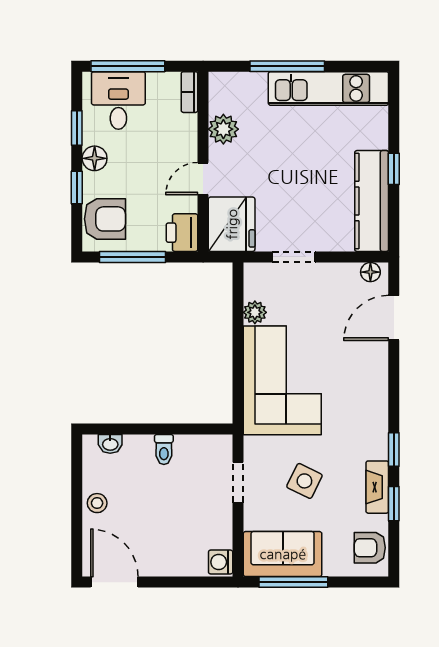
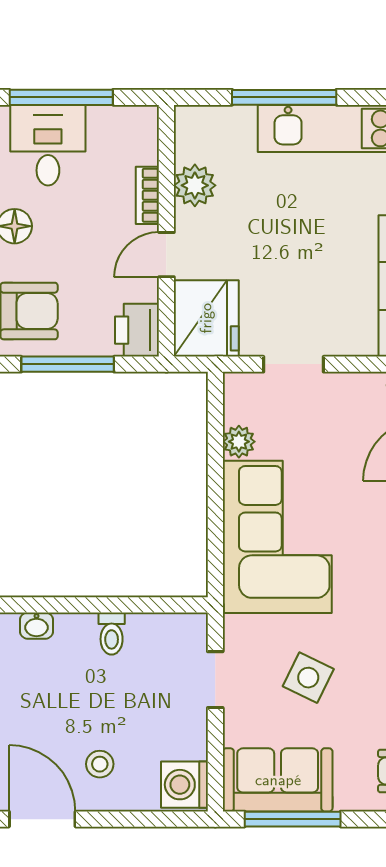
bookcase: (189, 92) -> (147, 195), moved
stool: (97, 503) -> (100, 764), moved
washing machine: (221, 562) -> (184, 785), width x1.38, depth x1.38

